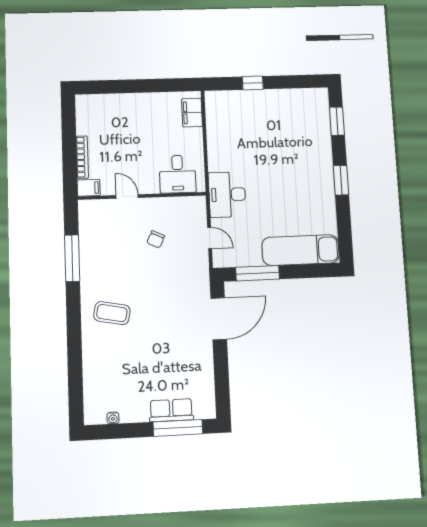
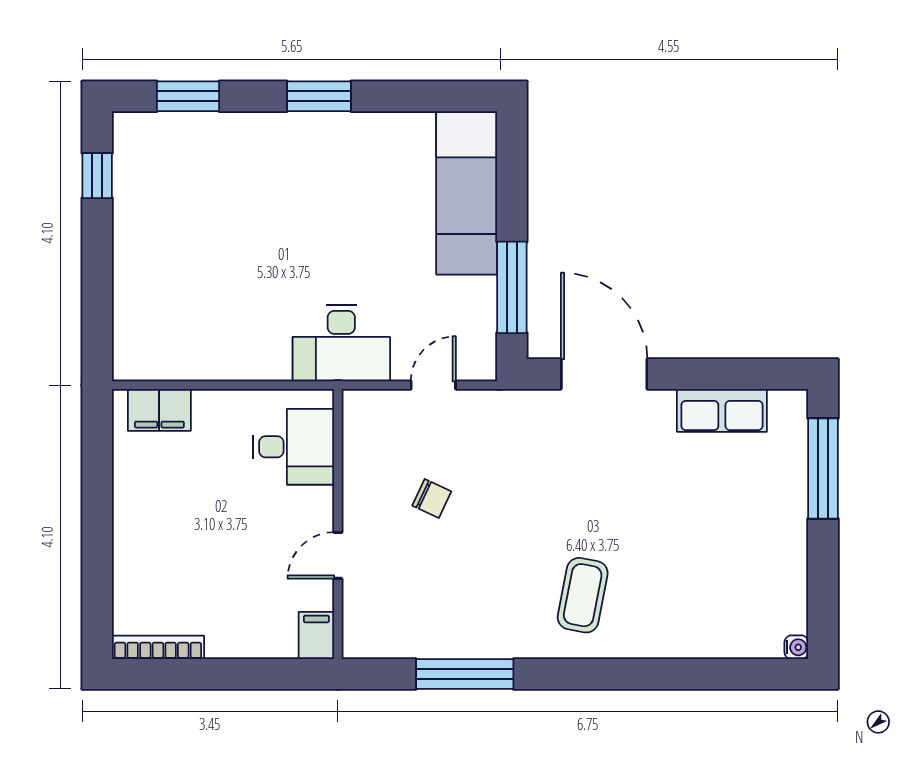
window: (253, 83) -> (97, 176), moved
bookcase: (82, 157) -> (158, 647), moved
row of seats: (171, 410) -> (722, 410), moved, turned -90
water cooler: (113, 418) -> (796, 647), moved

